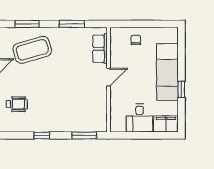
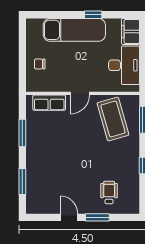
coffee table: (32, 50) -> (113, 119), moved
door: (109, 77) -> (80, 93), swing flipped
desk: (140, 118) -> (124, 65), width x1.37

